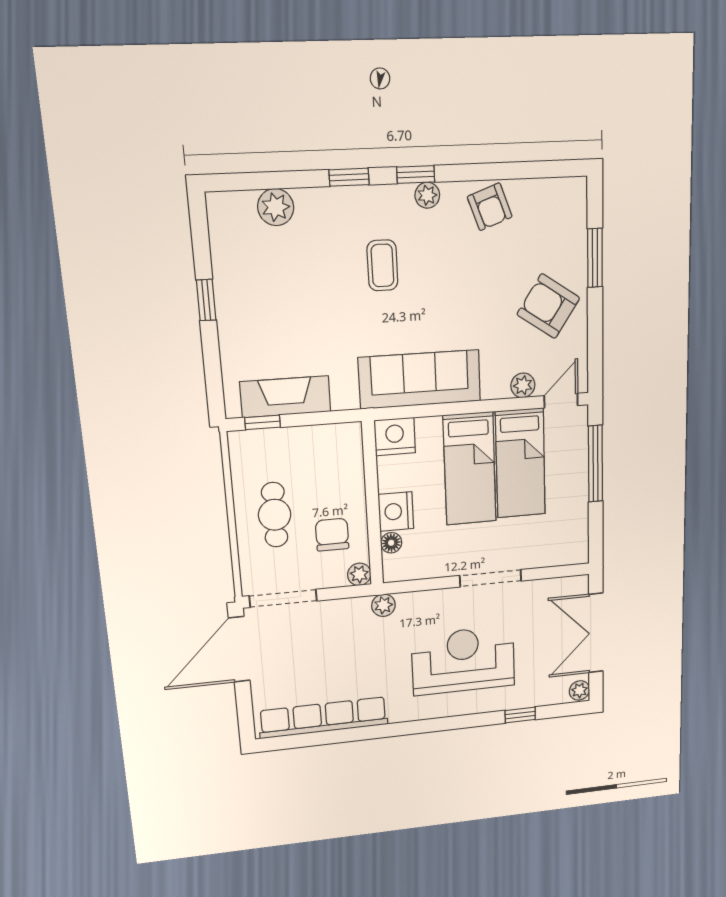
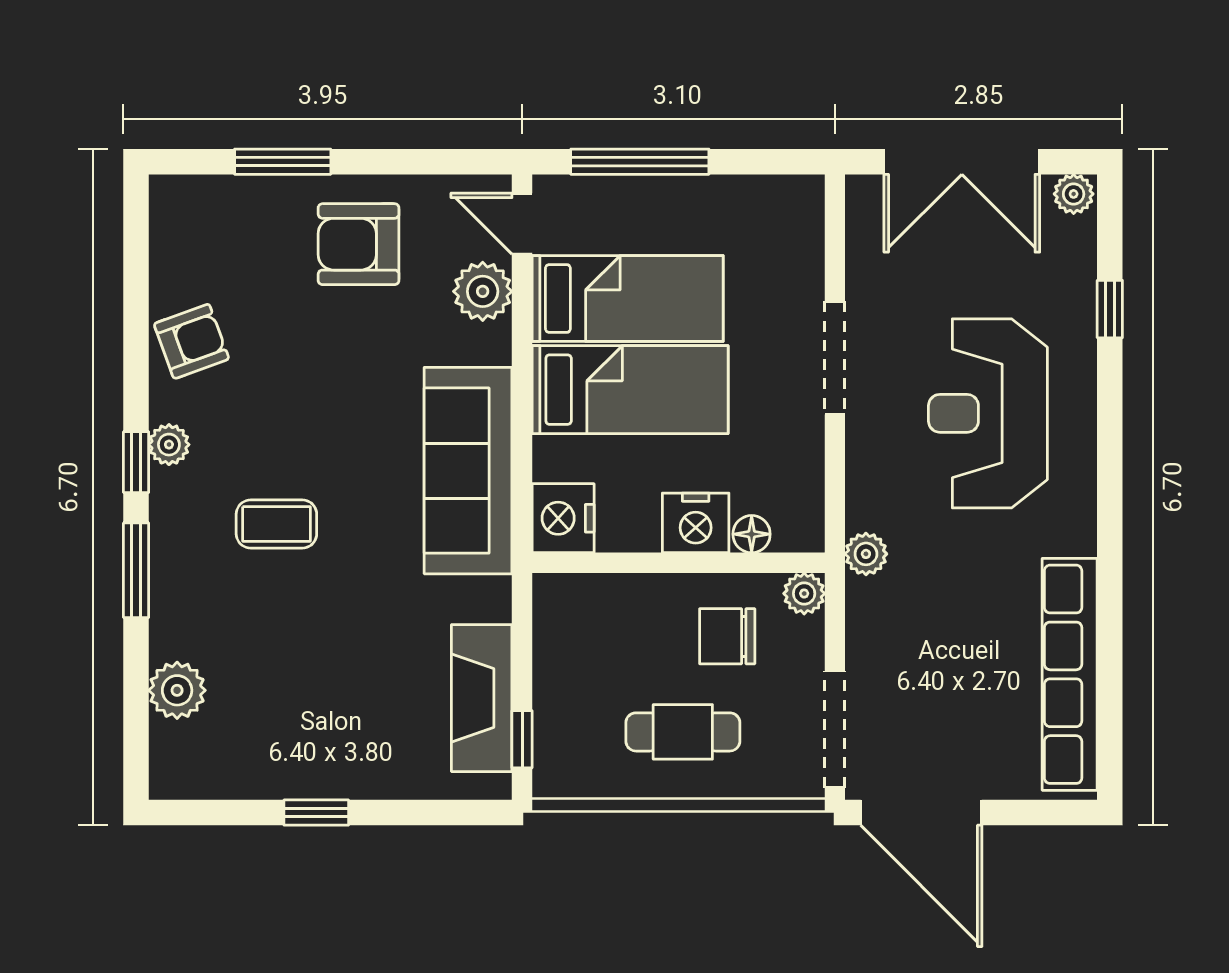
window: (349, 177) -> (136, 570), width x1.50
armchair: (548, 306) -> (359, 244), turned 56
plant: (523, 385) -> (483, 291), width x1.38, depth x1.38

